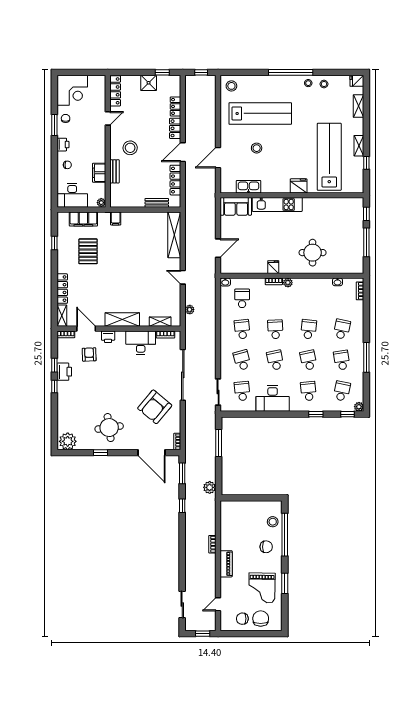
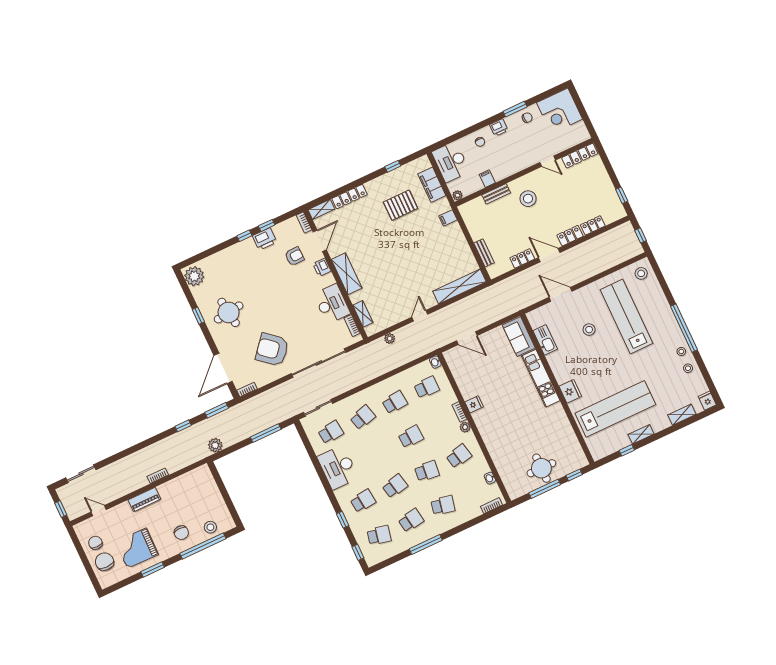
shower: (149, 83) -> (604, 186), removed
lab bench: (260, 113) -> (627, 316), turned 180
filing cabinet: (99, 173) -> (487, 179), width x0.50
locker: (175, 180) -> (522, 258), width x0.66
round table: (313, 253) -> (541, 468), moved
school desk: (275, 360) -> (459, 456), moved
plant: (359, 407) -> (371, 561), removed
chair: (261, 619) -> (104, 562), turned -90

